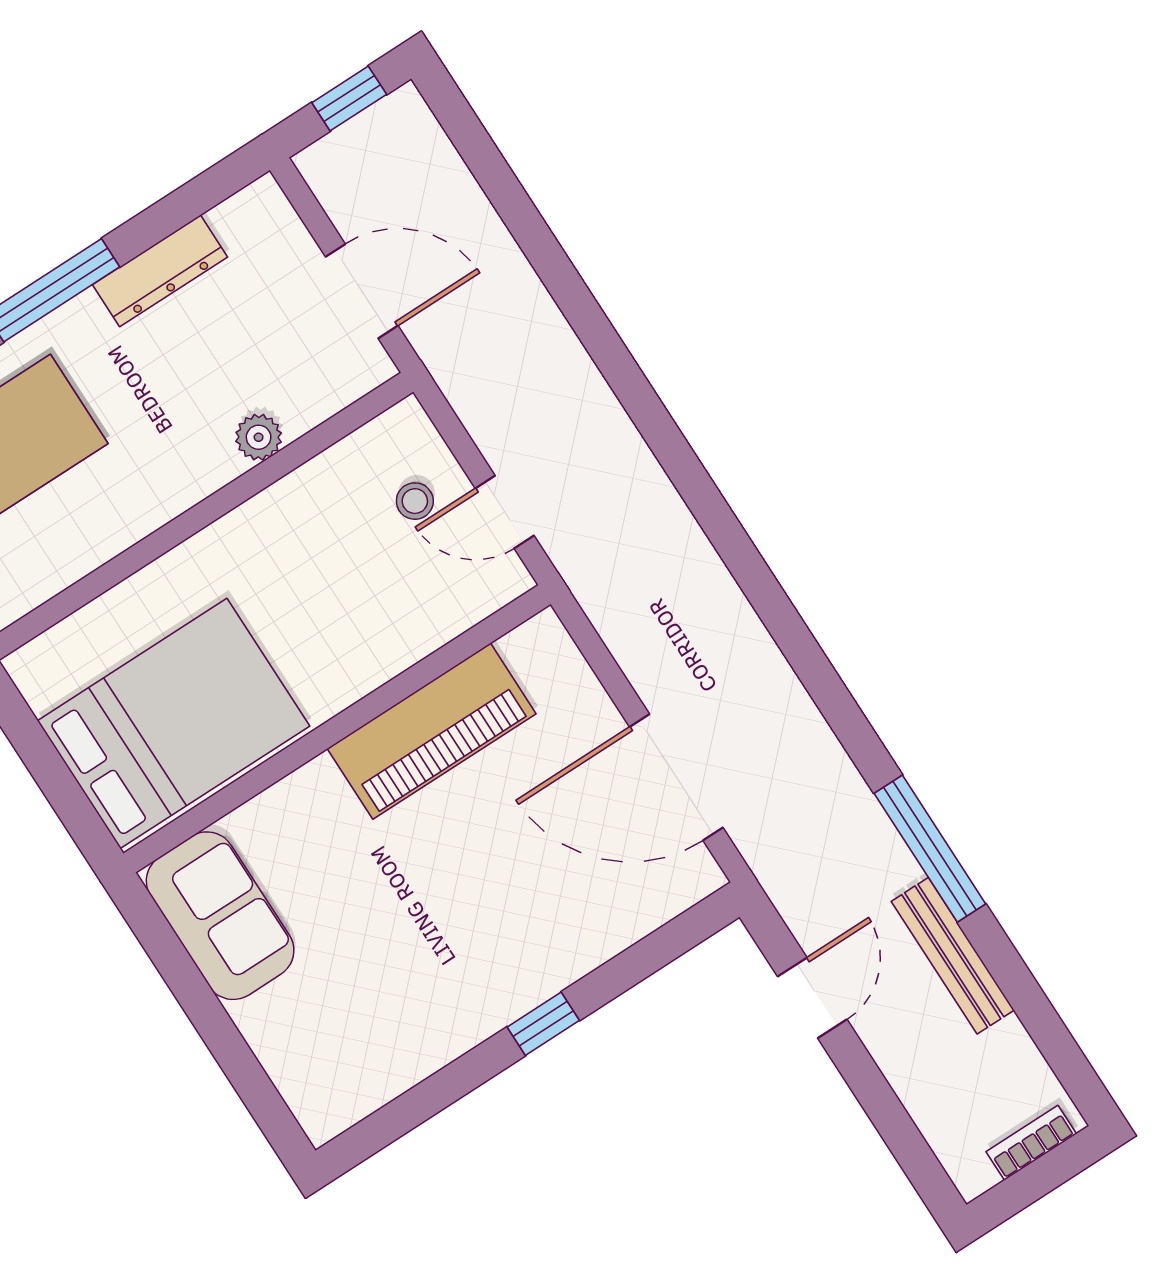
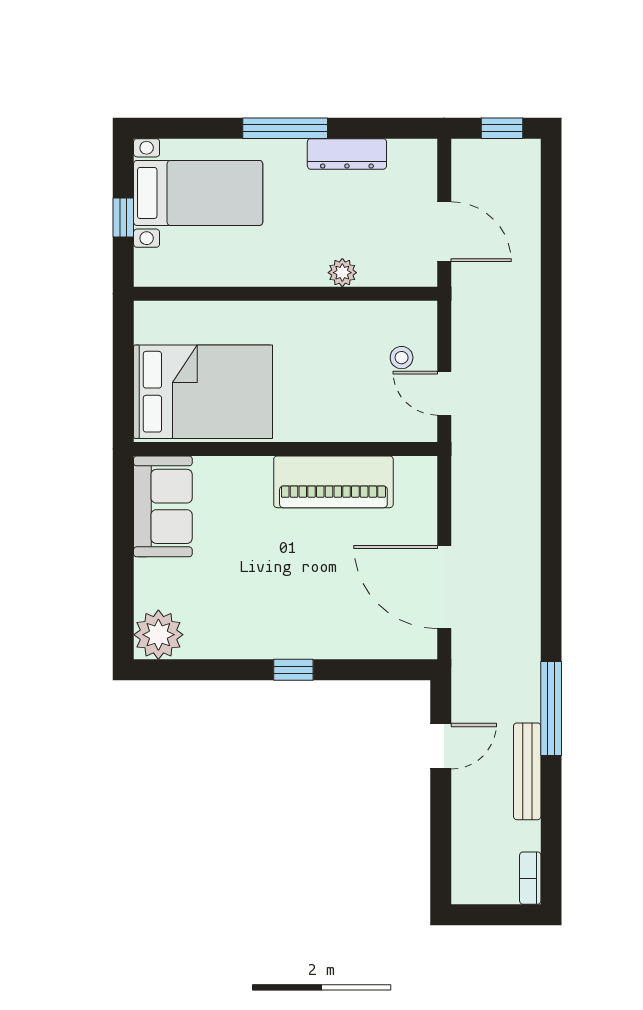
plant: (328, 1095) -> (158, 635), added
bookcase: (1031, 1143) -> (530, 878), moved, turned -90

